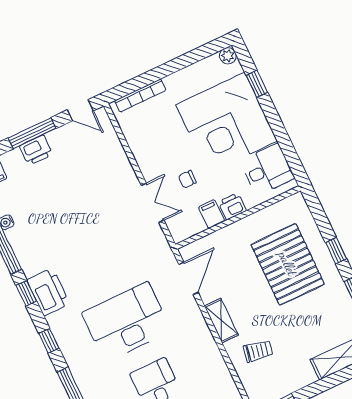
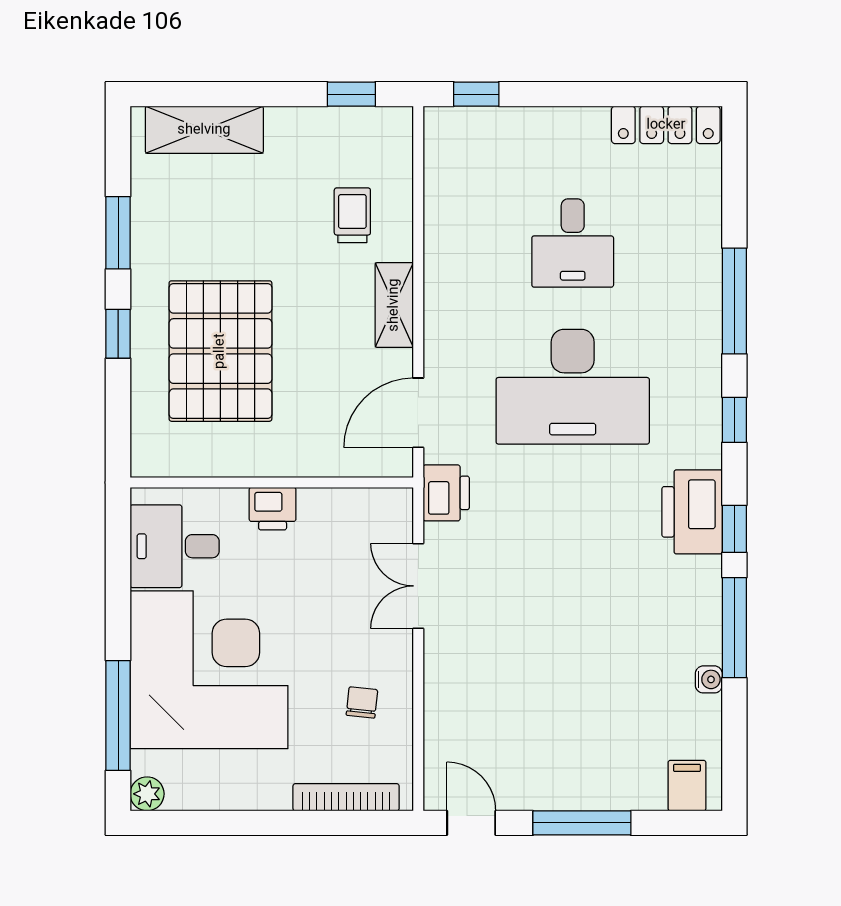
window: (257, 84) -> (118, 716), width x2.17
printer: (36, 150) -> (446, 493), moved, turned 90
chair: (187, 179) -> (362, 702), moved, turned -84
filing cabinet: (212, 214) -> (318, 512), removed
trolley: (258, 351) -> (352, 215), turned 79

